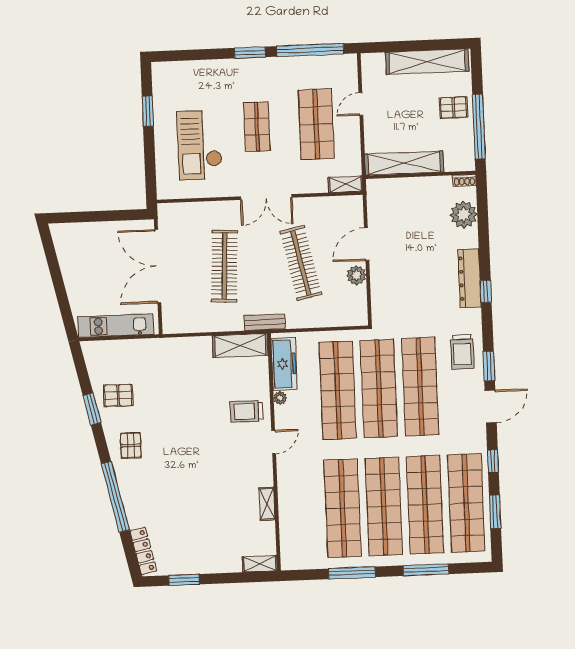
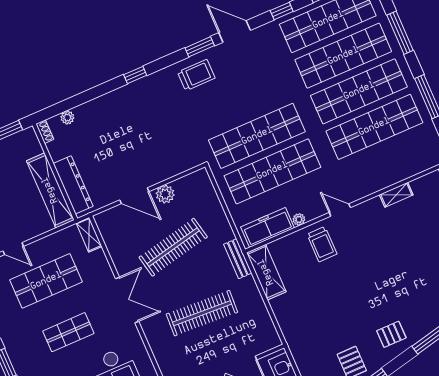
plant: (464, 215) -> (67, 117), width x0.53, depth x0.53
dresser: (470, 278) -> (73, 185), moved, turned -90
shop shelf: (420, 387) -> (241, 100), removed

